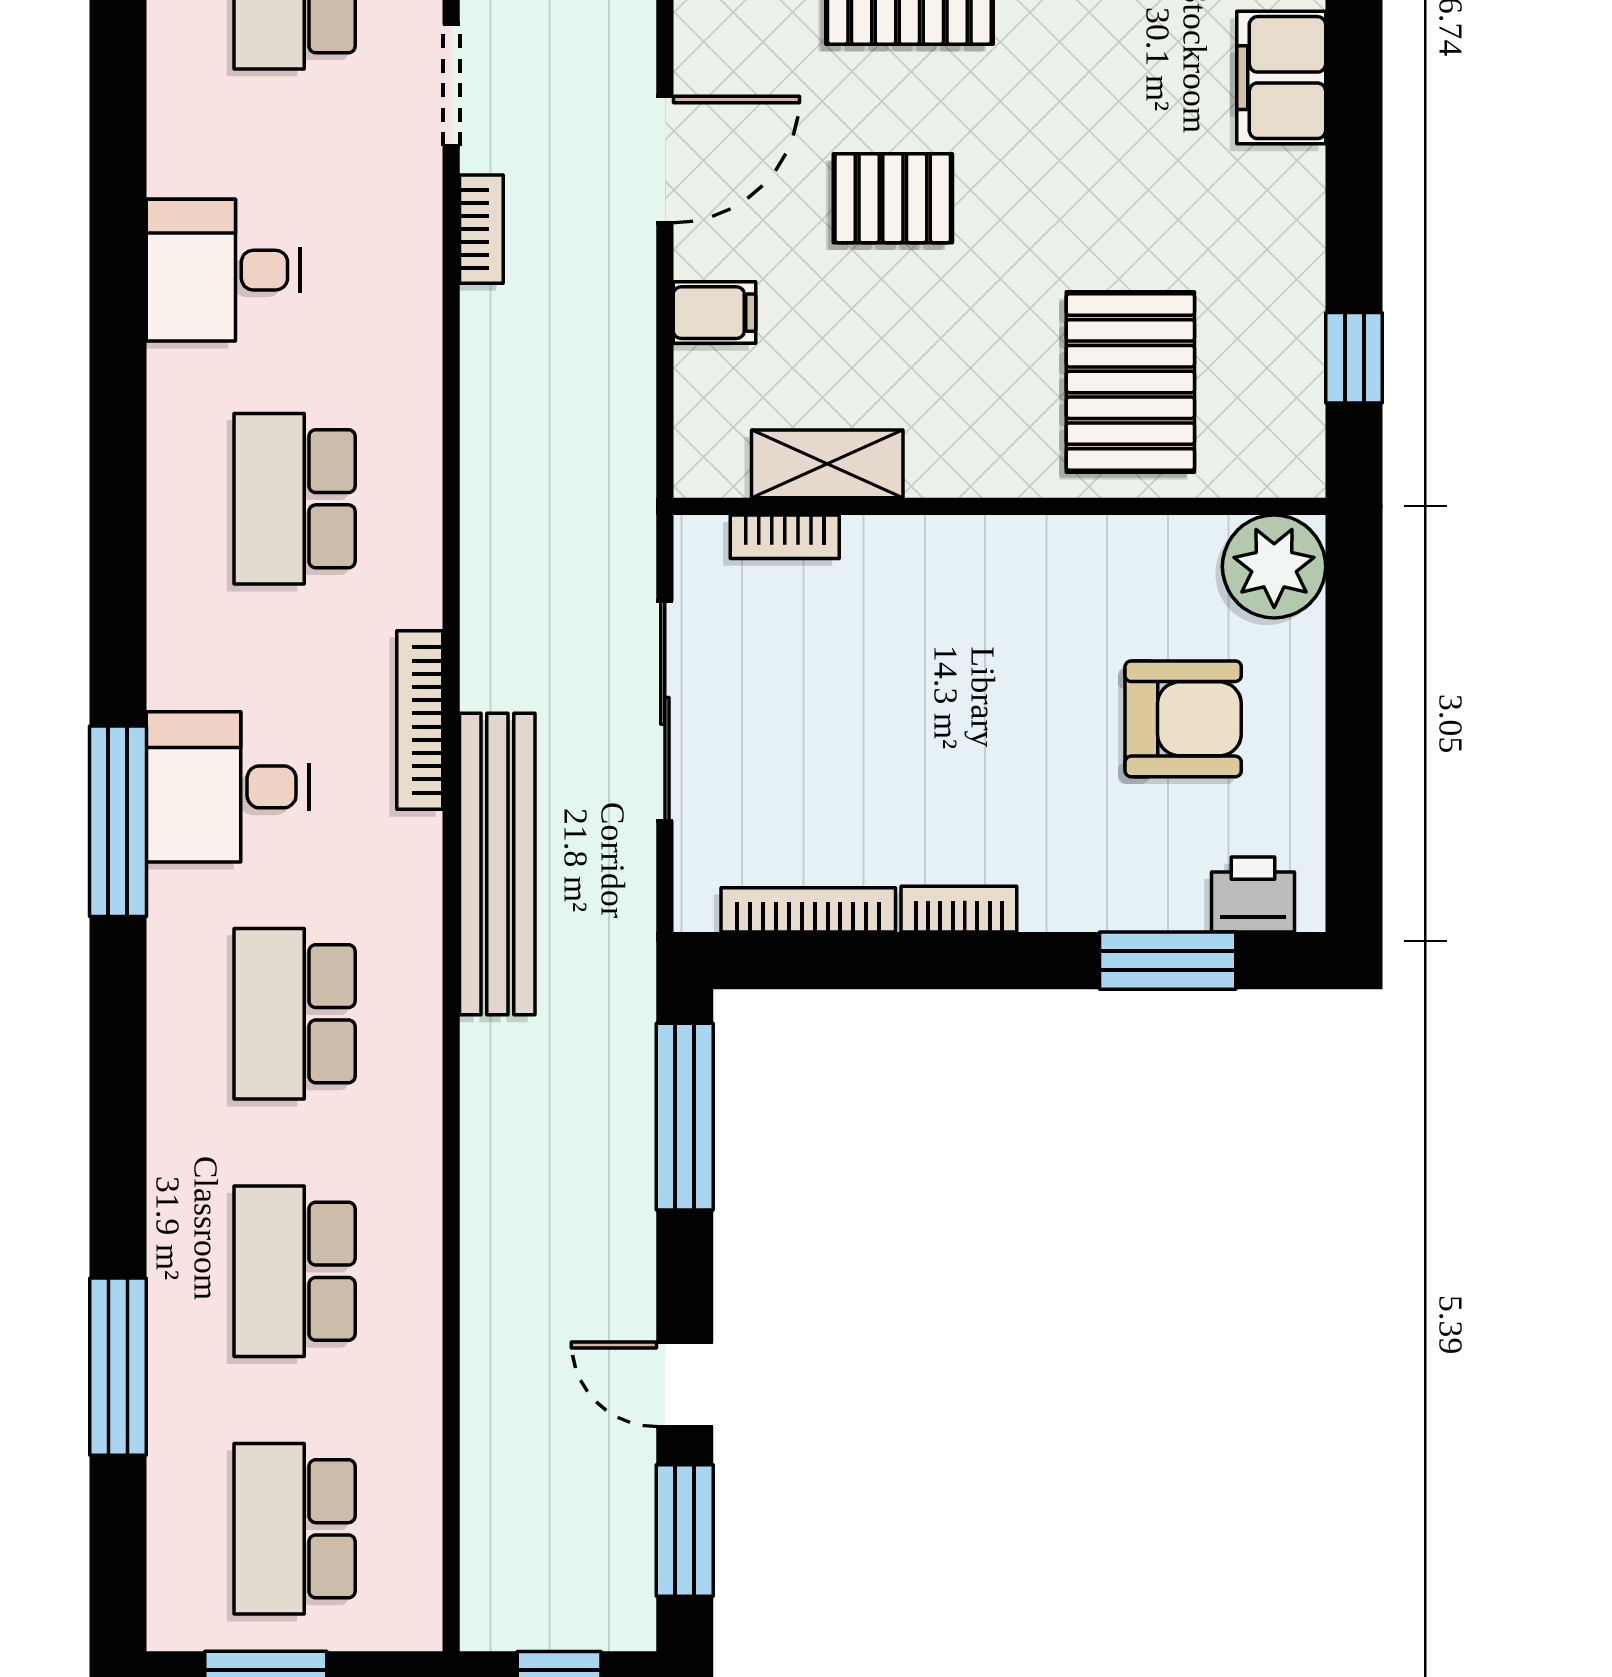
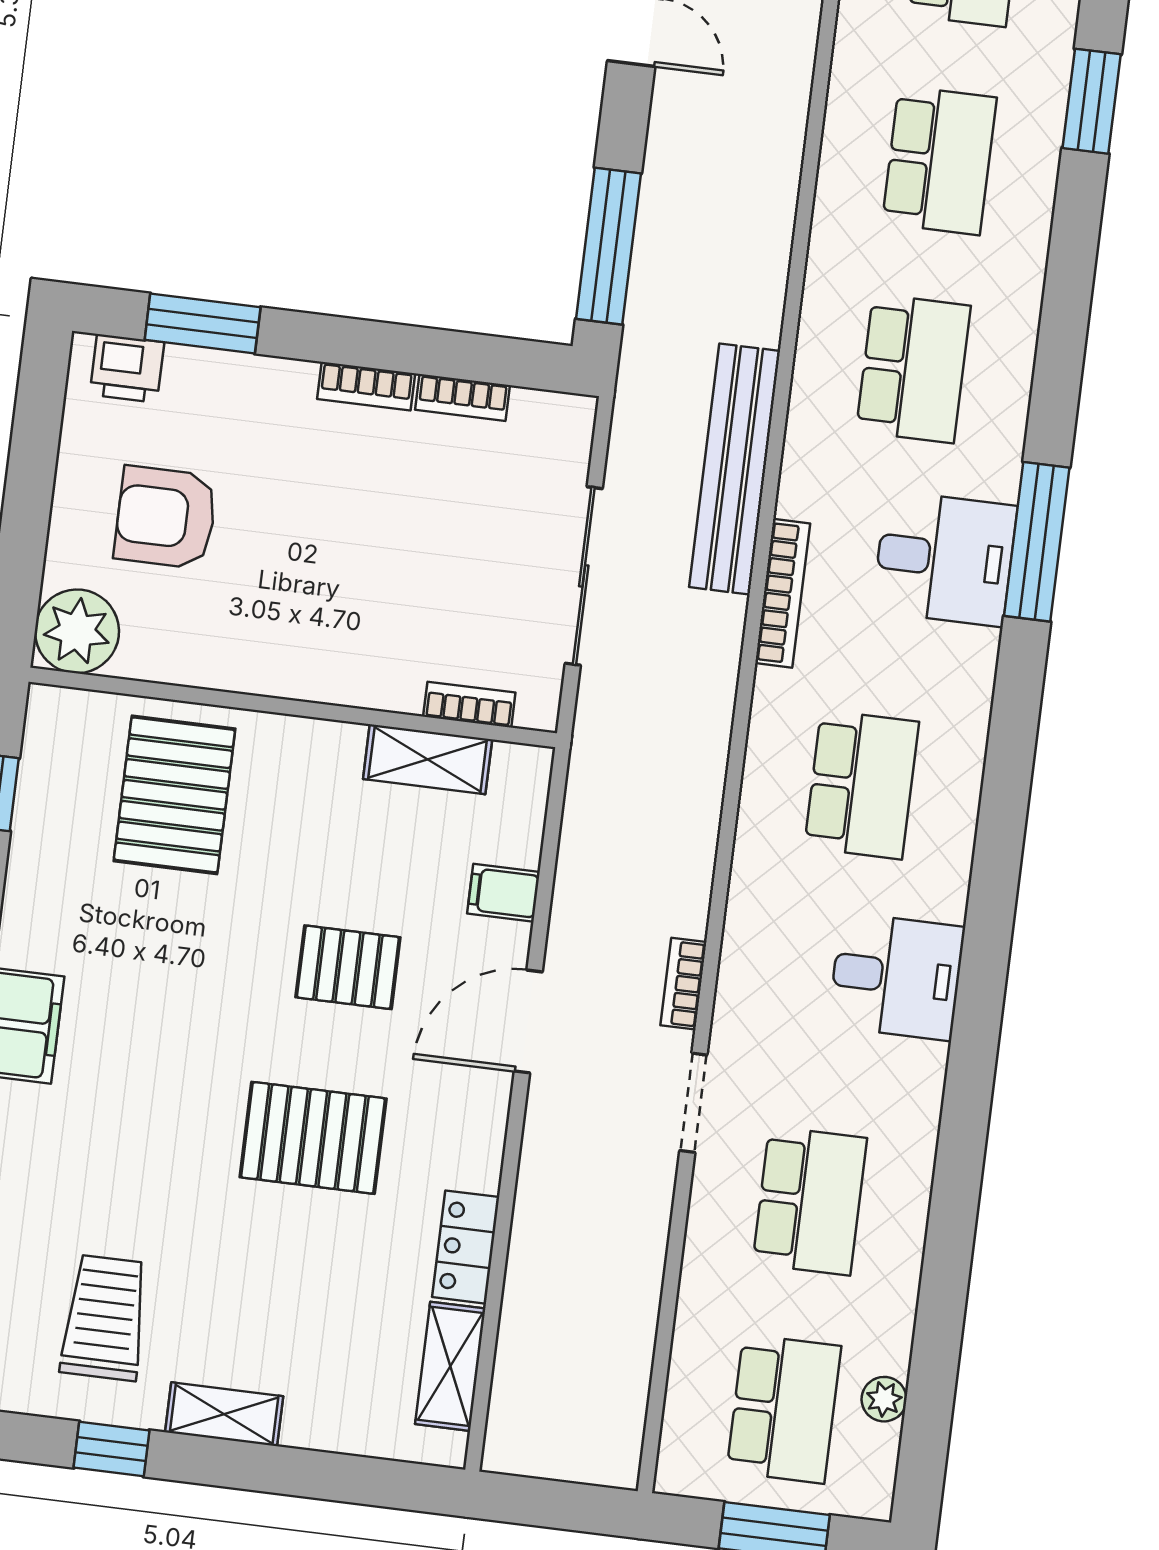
bookcase: (808, 910) -> (463, 398), width x0.64
window: (118, 1367) -> (1092, 101), width x0.69

